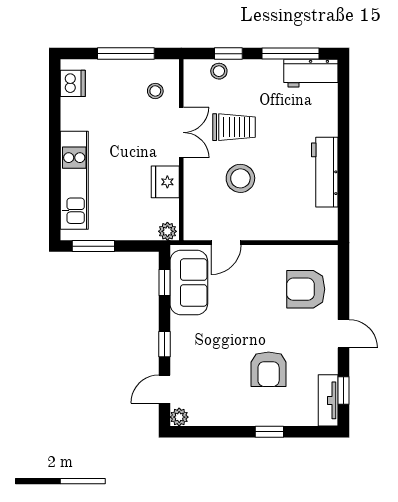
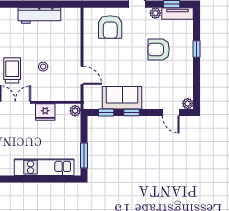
stool: (240, 178) -> (43, 67), width x0.53, depth x0.53
sofa: (189, 283) -> (122, 98), moved
window: (164, 344) -> (132, 113), moved
plant: (329, 364) -> (155, 13), added
armchair: (269, 369) -> (159, 49), turned 180

